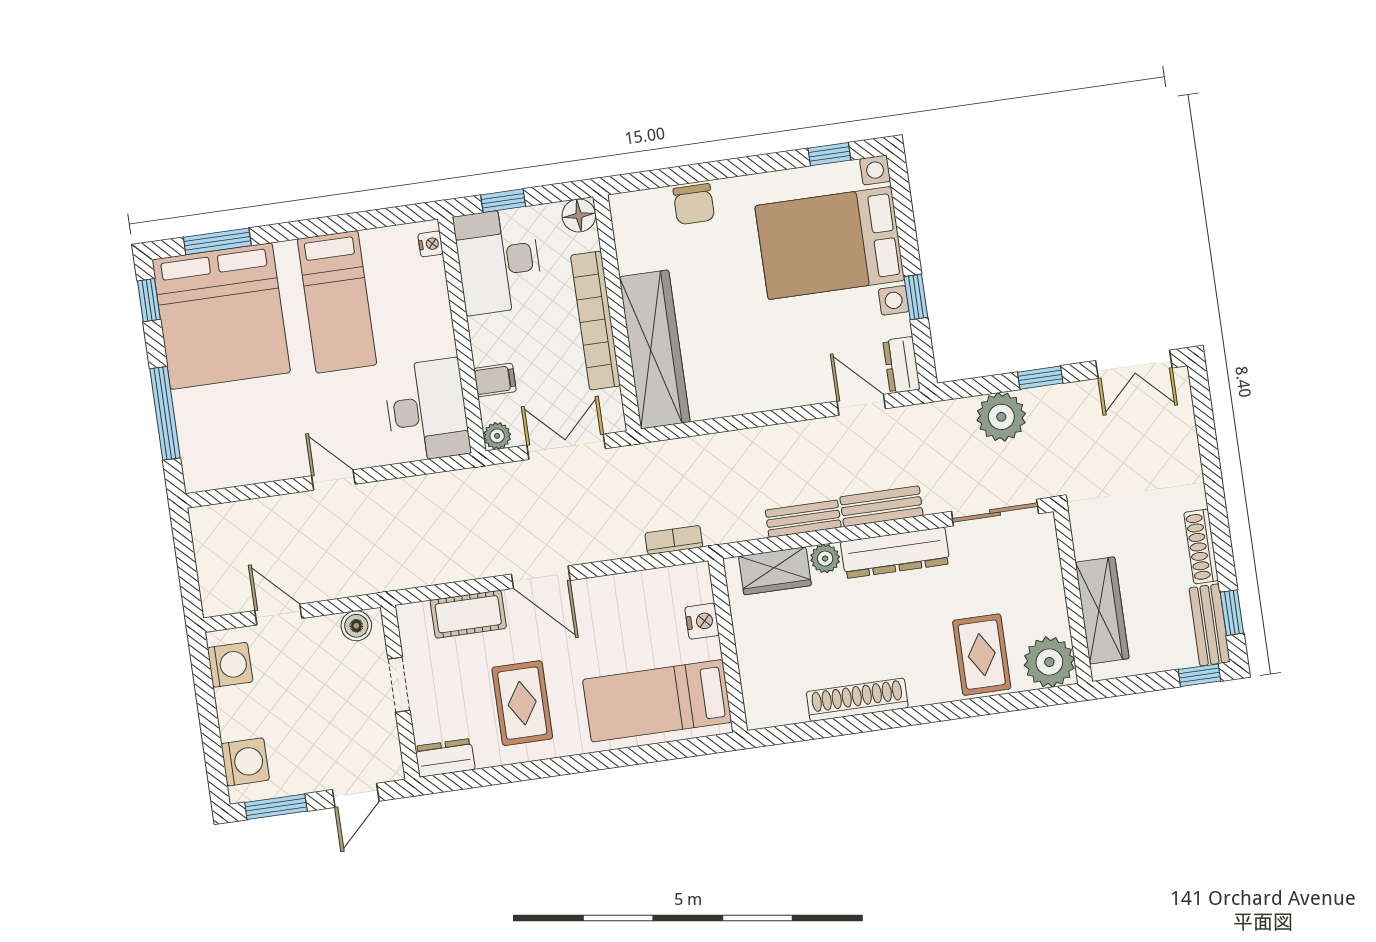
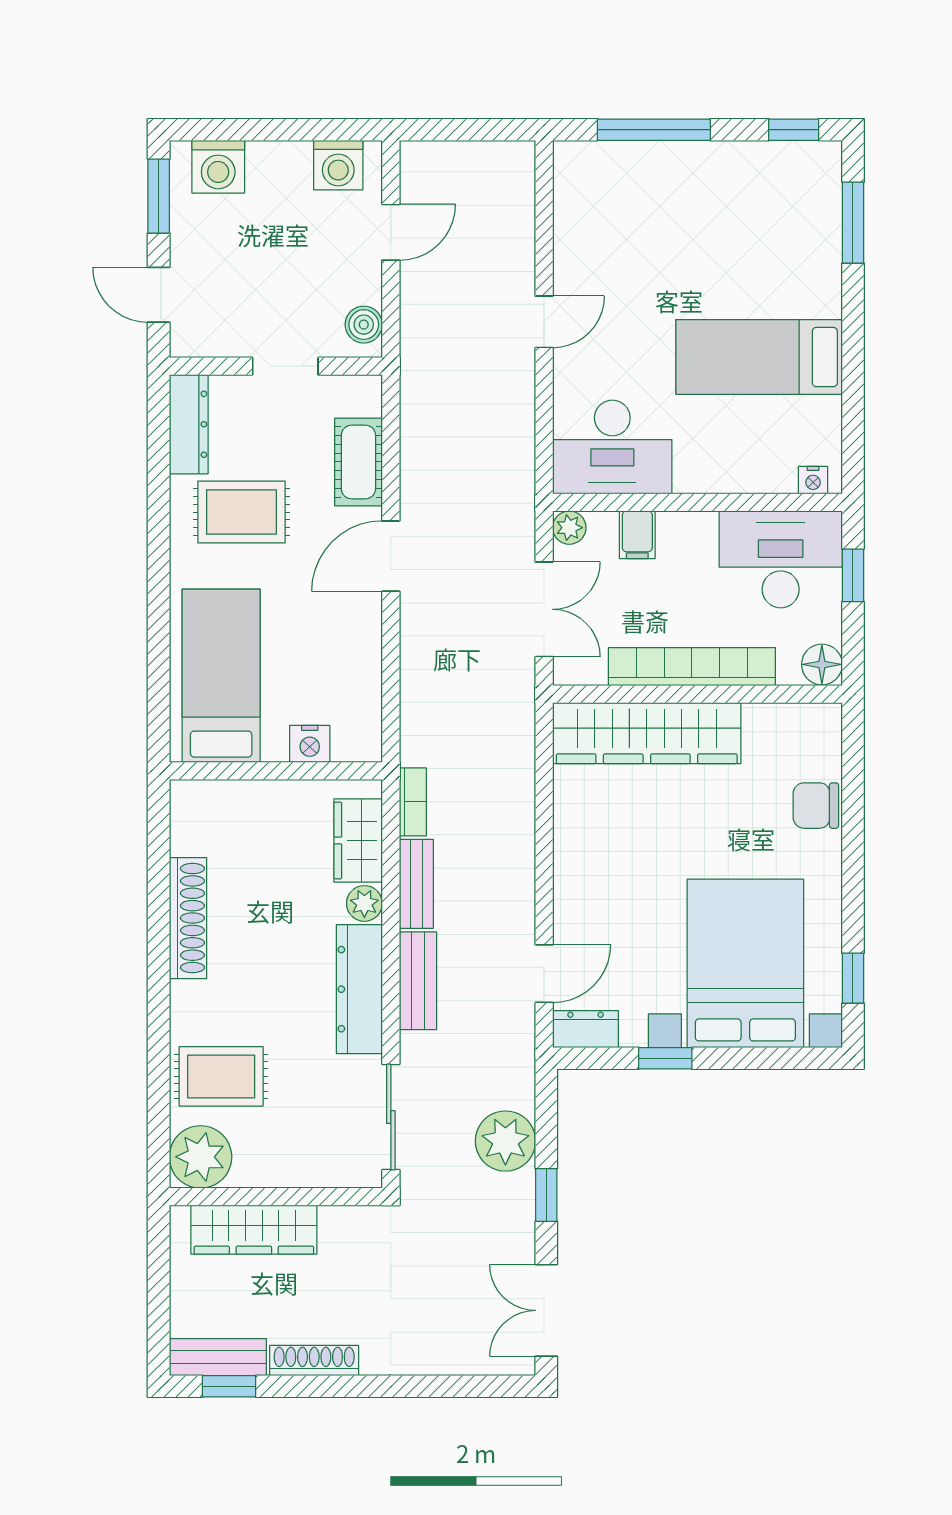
bed: (221, 316) -> (762, 214), removed
bookcase: (674, 540) -> (413, 802), moved
window: (1199, 675) -> (159, 1336), removed
dresser: (445, 758) -> (189, 424), width x1.44

